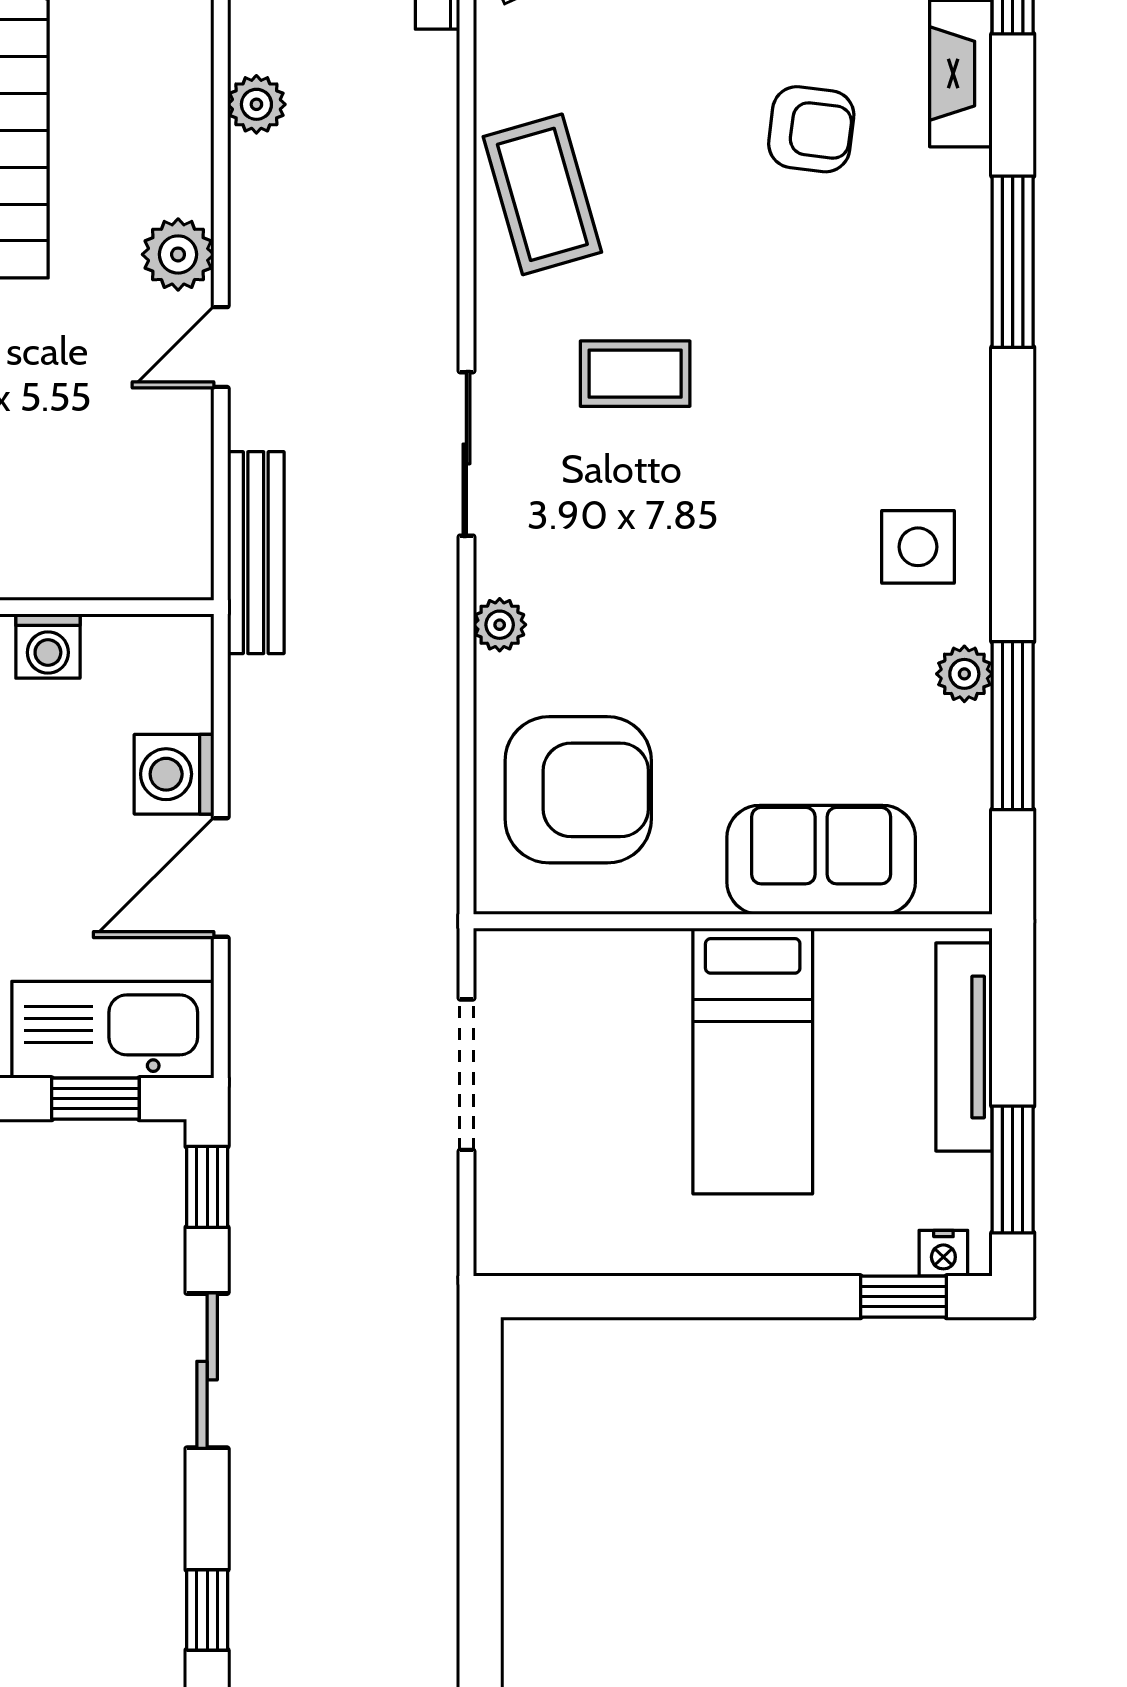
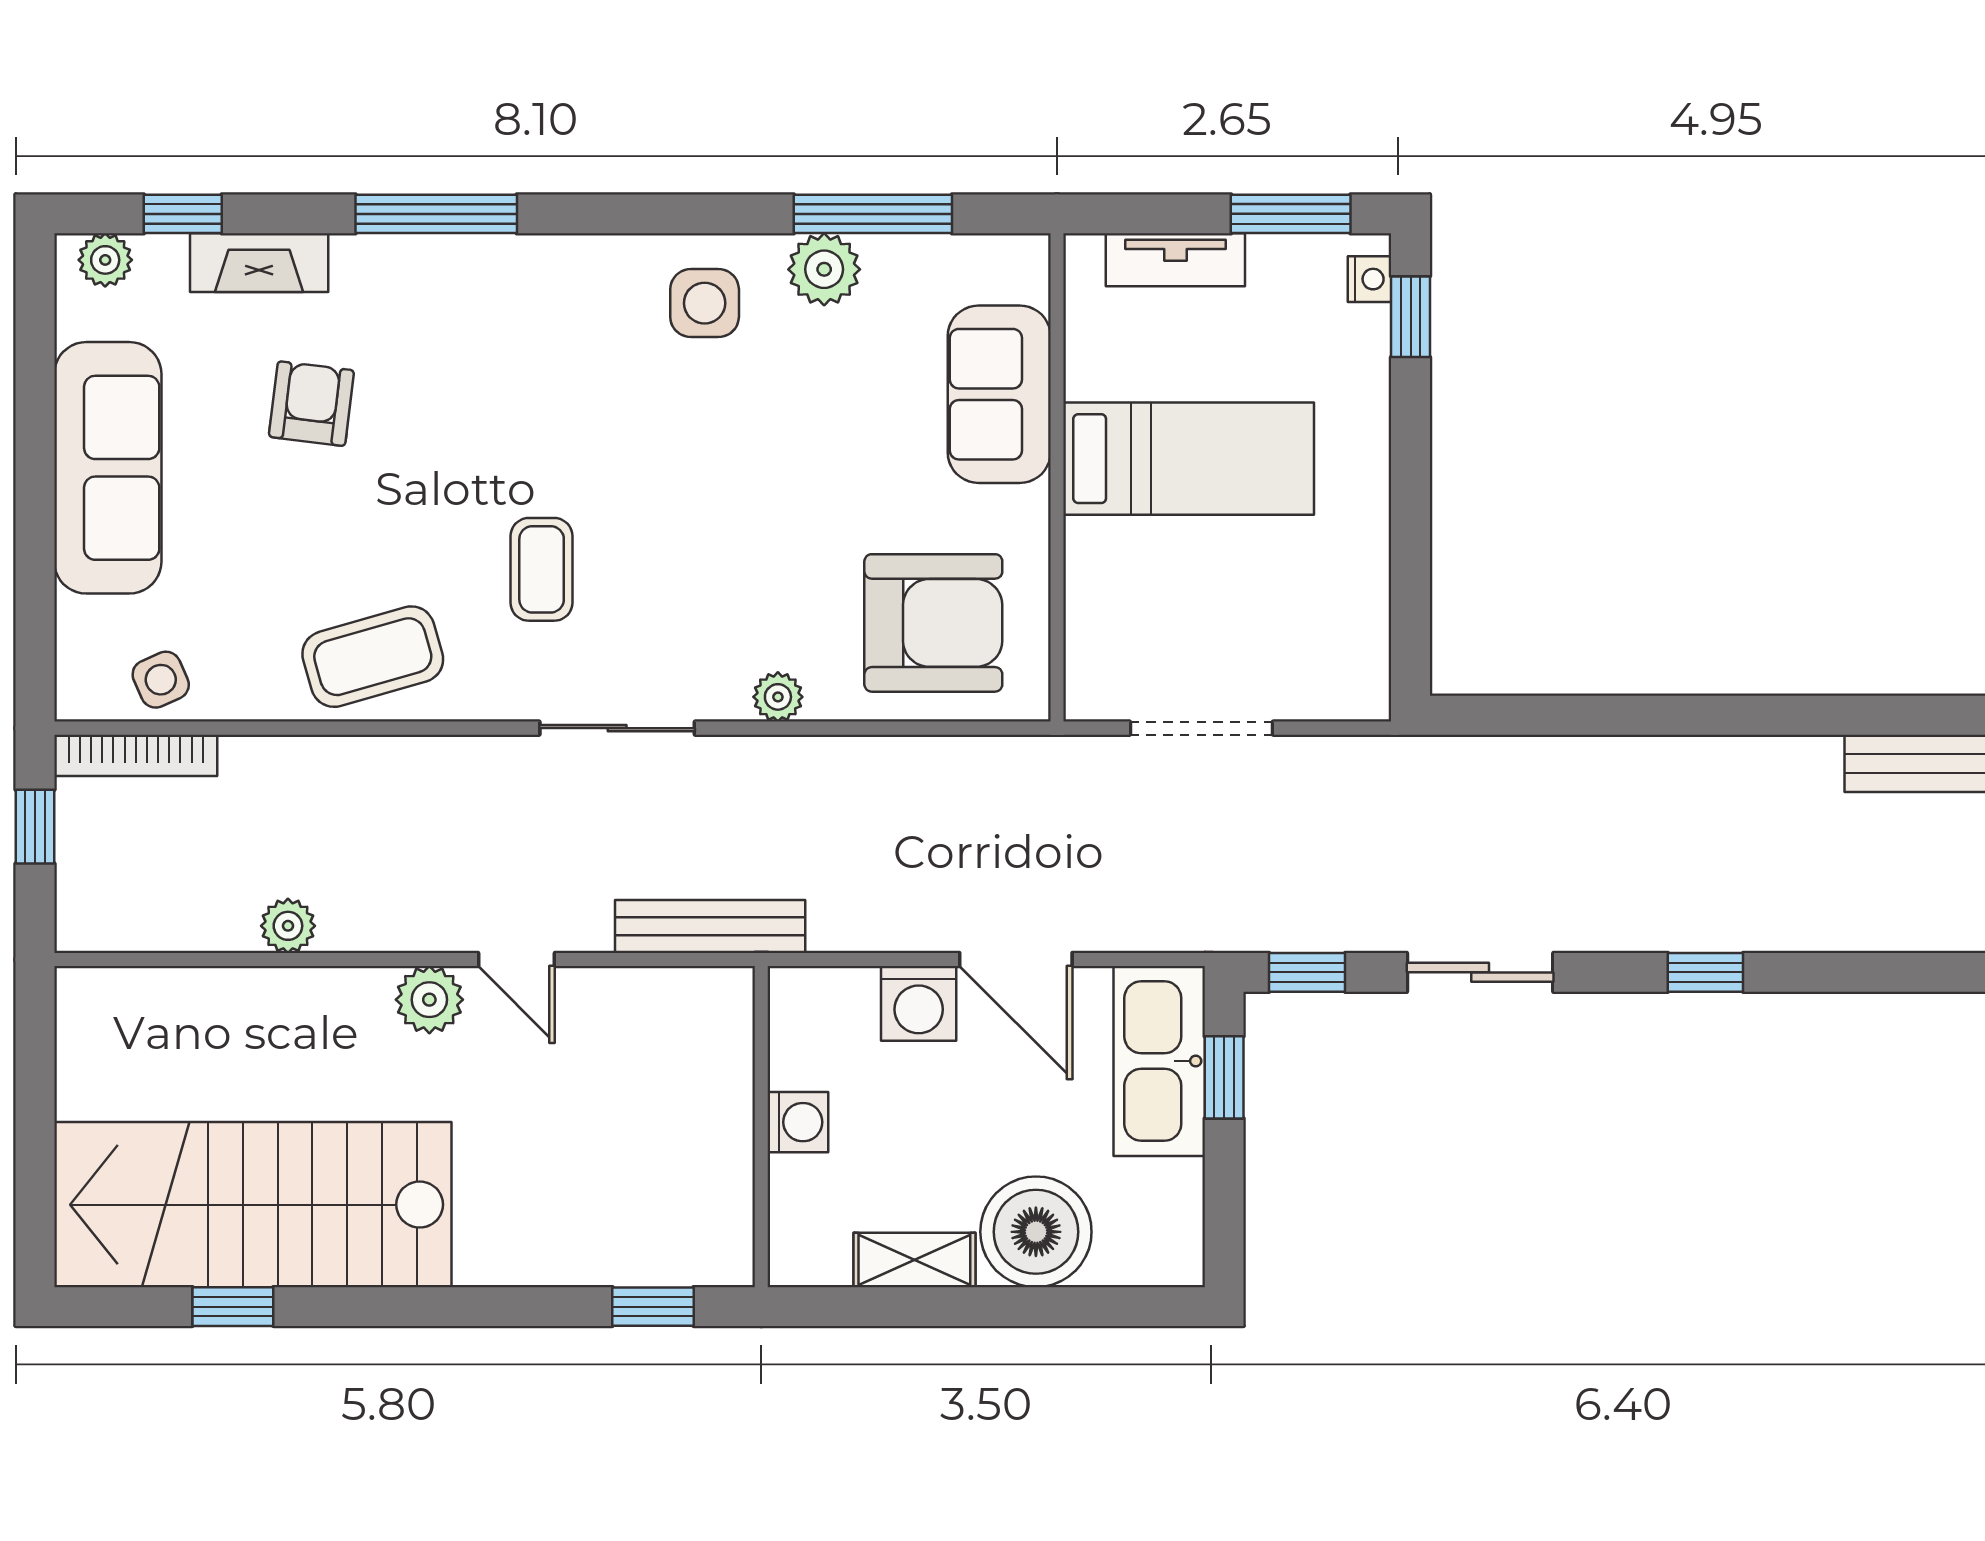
plant: (964, 674) -> (824, 269), width x1.38, depth x1.38
armchair: (578, 790) -> (933, 623), turned 90
tv unit: (964, 1047) -> (1175, 260), width x0.71

